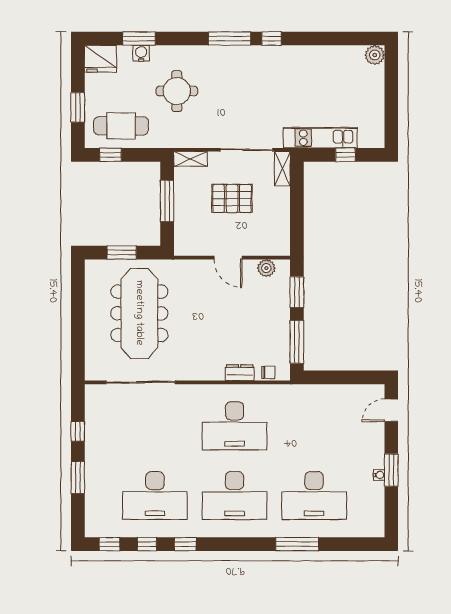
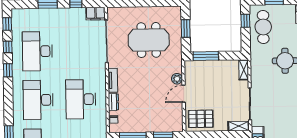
pallet: (232, 199) -> (201, 119), moved, turned 90
window: (167, 201) -> (206, 56), moved
plant: (266, 268) -> (177, 79), moved
meeting table: (139, 313) -> (149, 40), width x0.73
tv unit: (204, 373) -> (113, 80), added
filing cabinet: (95, 400) -> (95, 14), added

